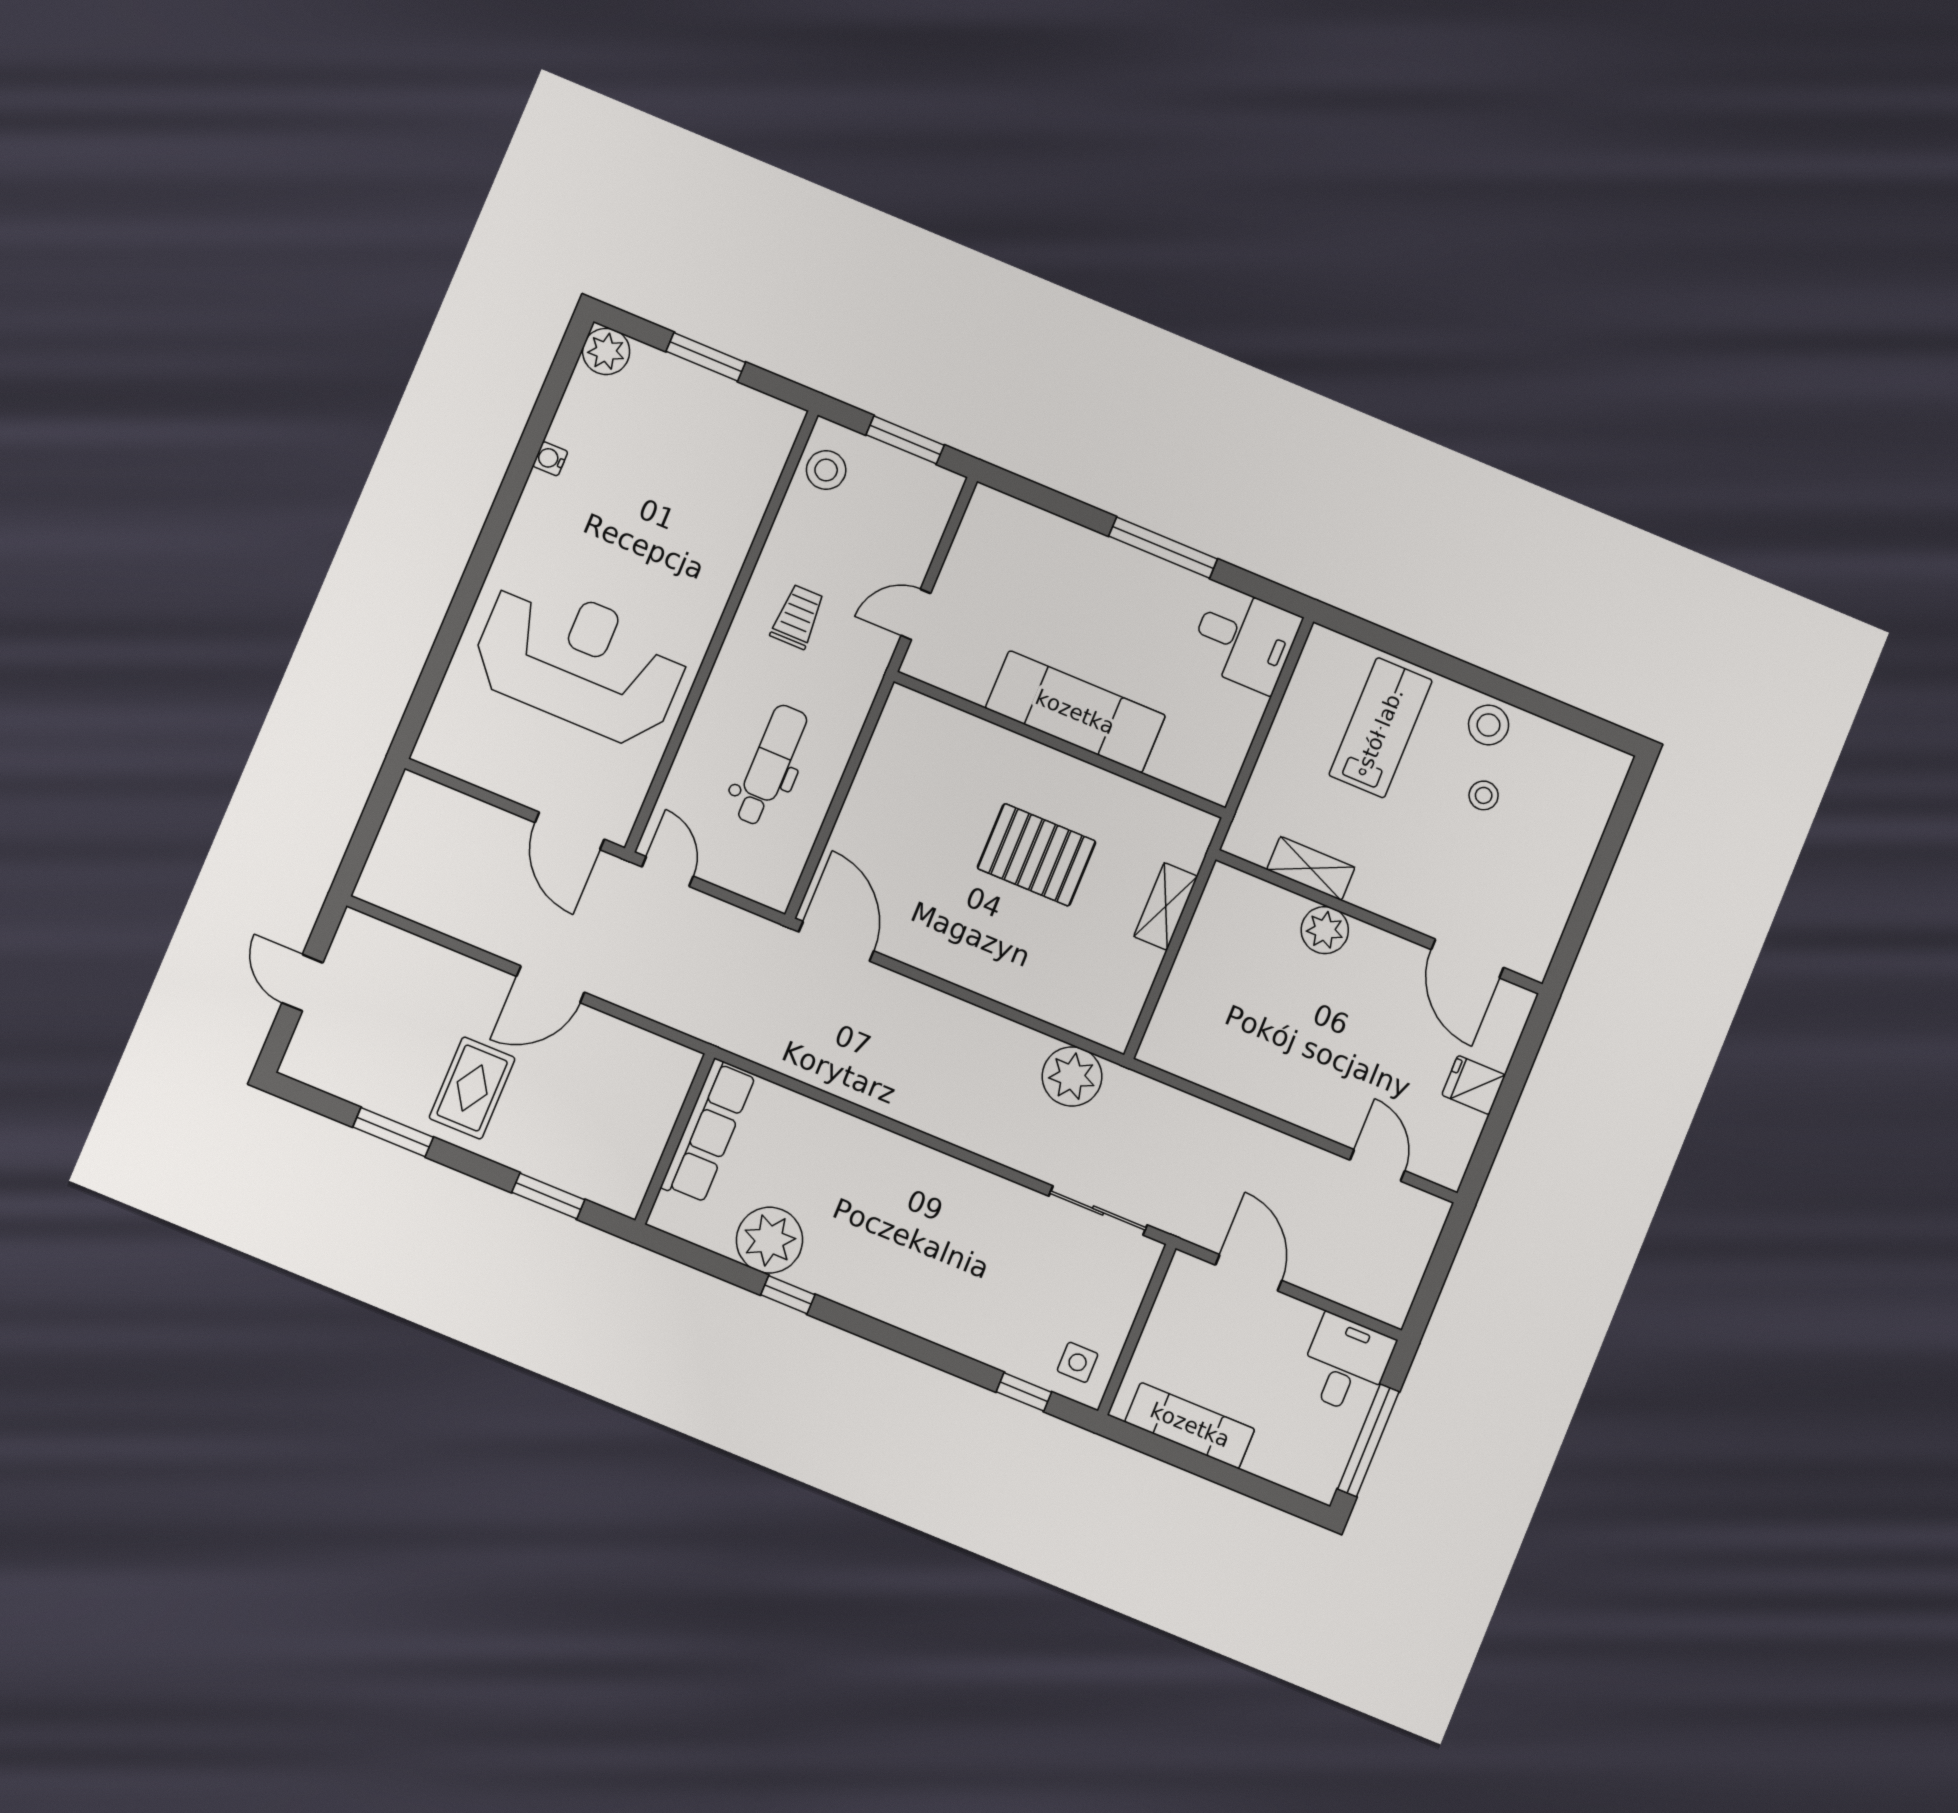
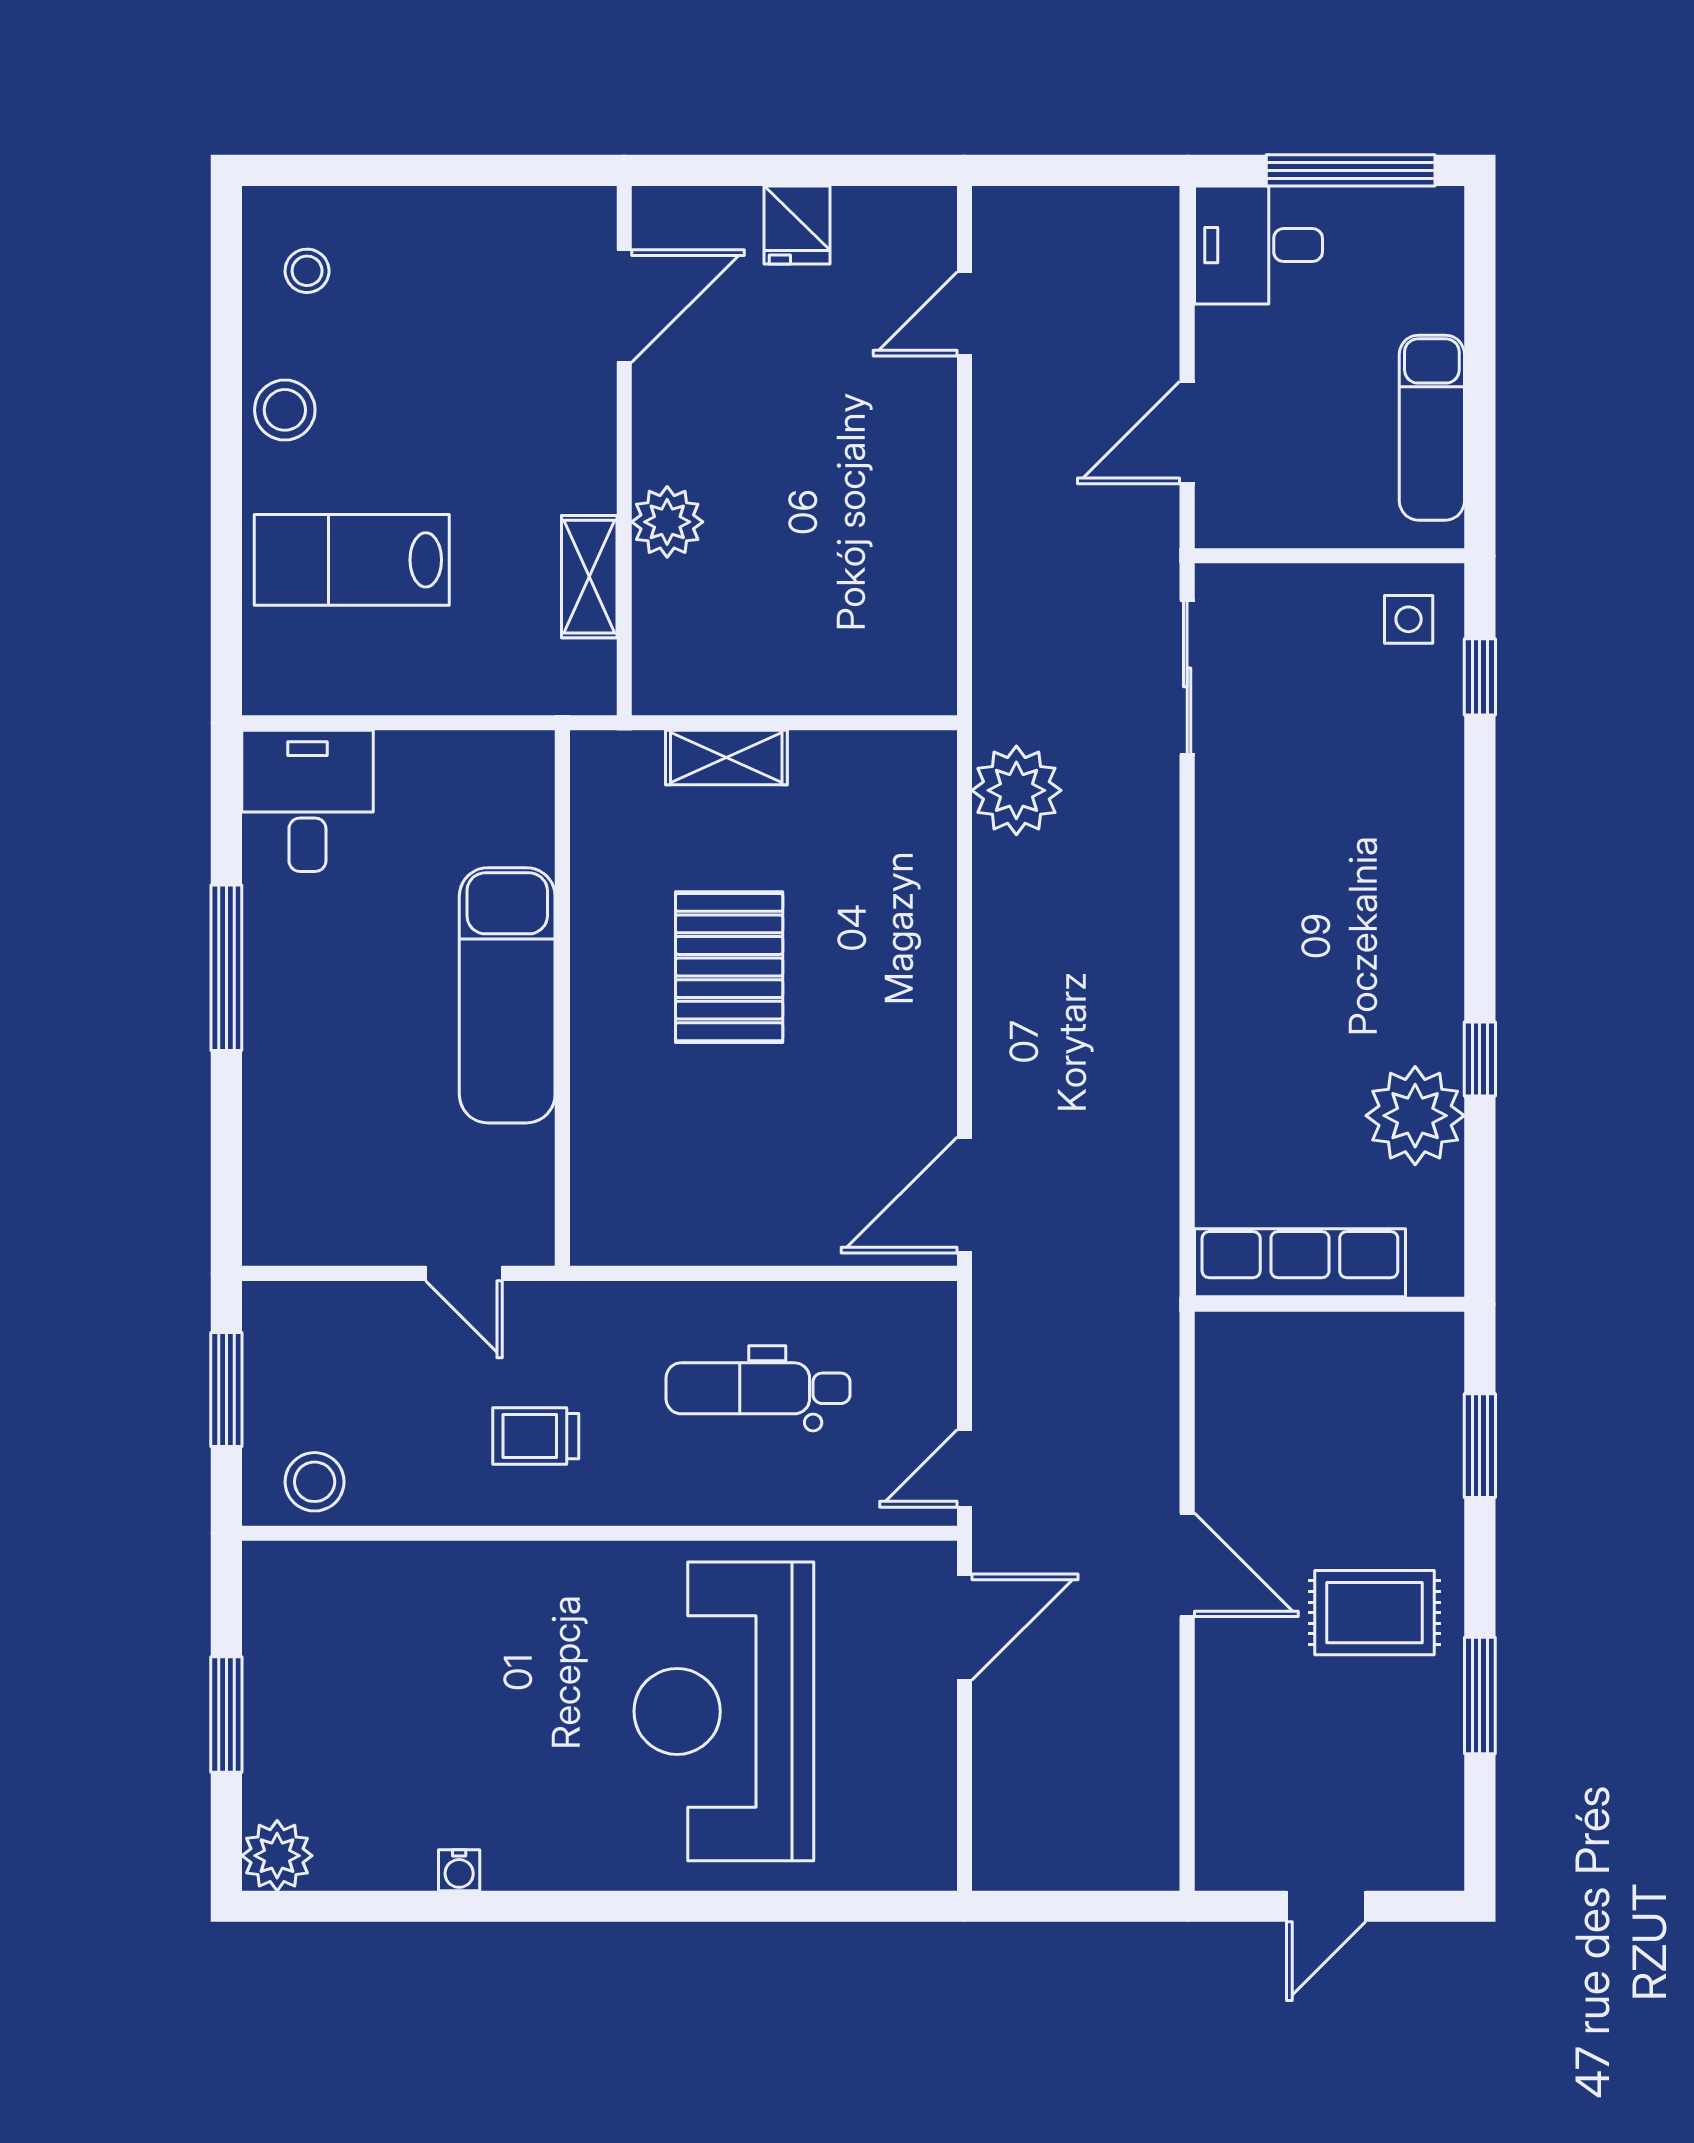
stool: (1484, 795) -> (307, 271), moved

